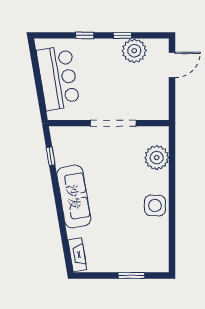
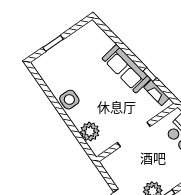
window: (51, 156) -> (150, 75), moved
fireplace: (77, 255) -> (156, 93), moved

